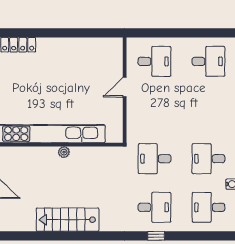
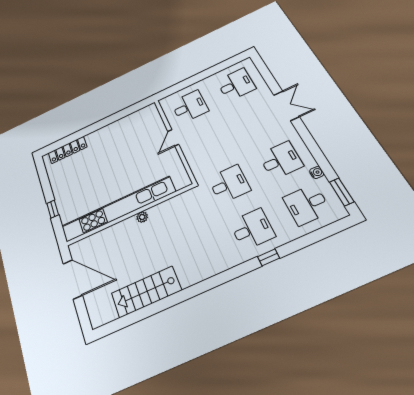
desk: (155, 159) -> (229, 184), turned 180
desk: (208, 159) -> (281, 160), turned 180
stairs: (67, 220) -> (146, 292), moved

